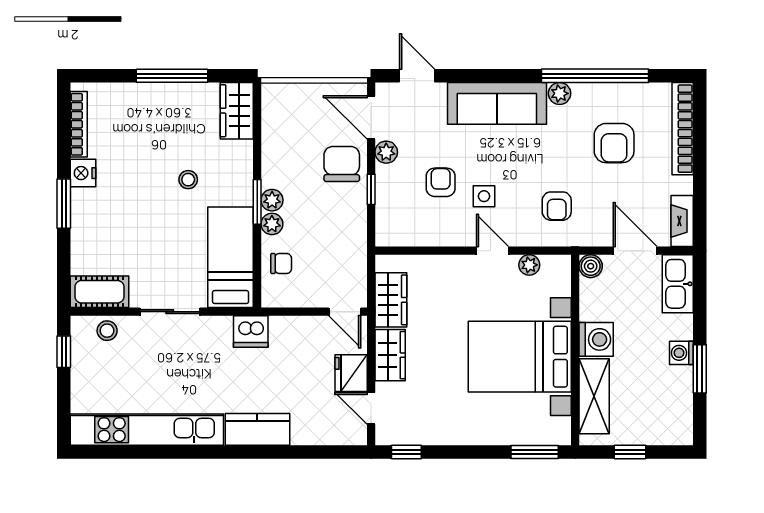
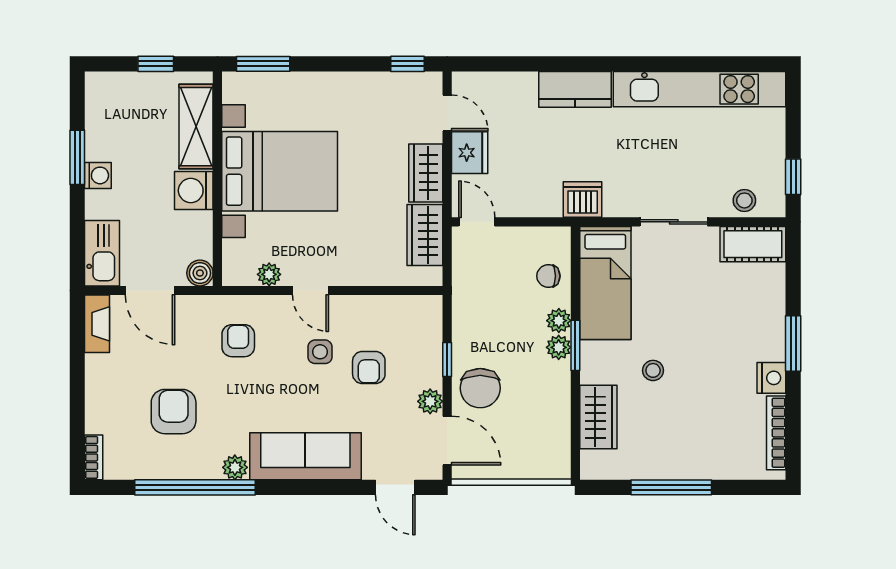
wardrobe: (237, 111) -> (598, 417), moved
bookcase: (683, 129) -> (94, 457), width x0.43, depth x0.76

